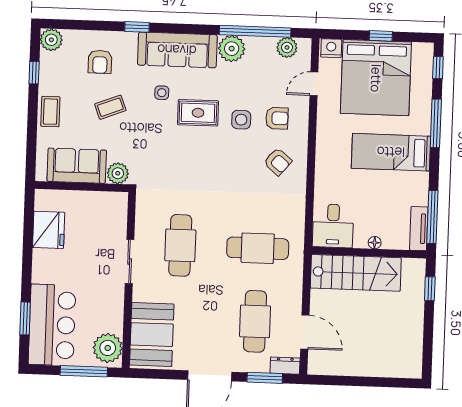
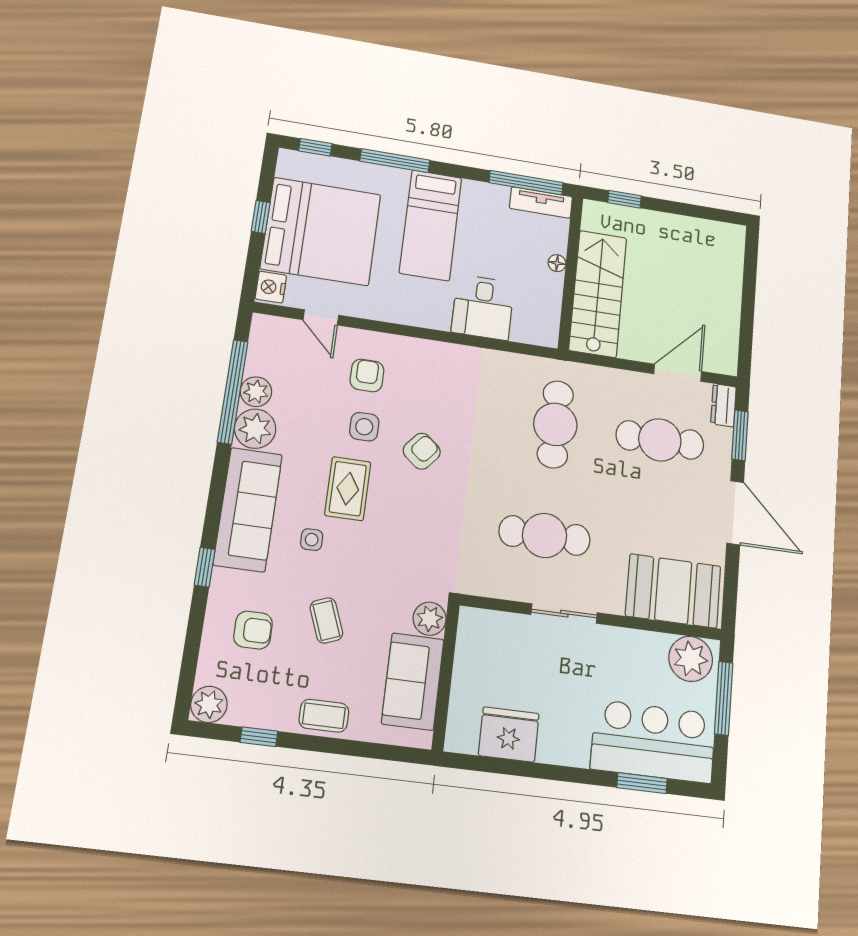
plant: (287, 47) -> (256, 392), moved
armchair: (278, 162) -> (422, 451), moved
desk: (333, 226) -> (483, 307), moved, turned 90

